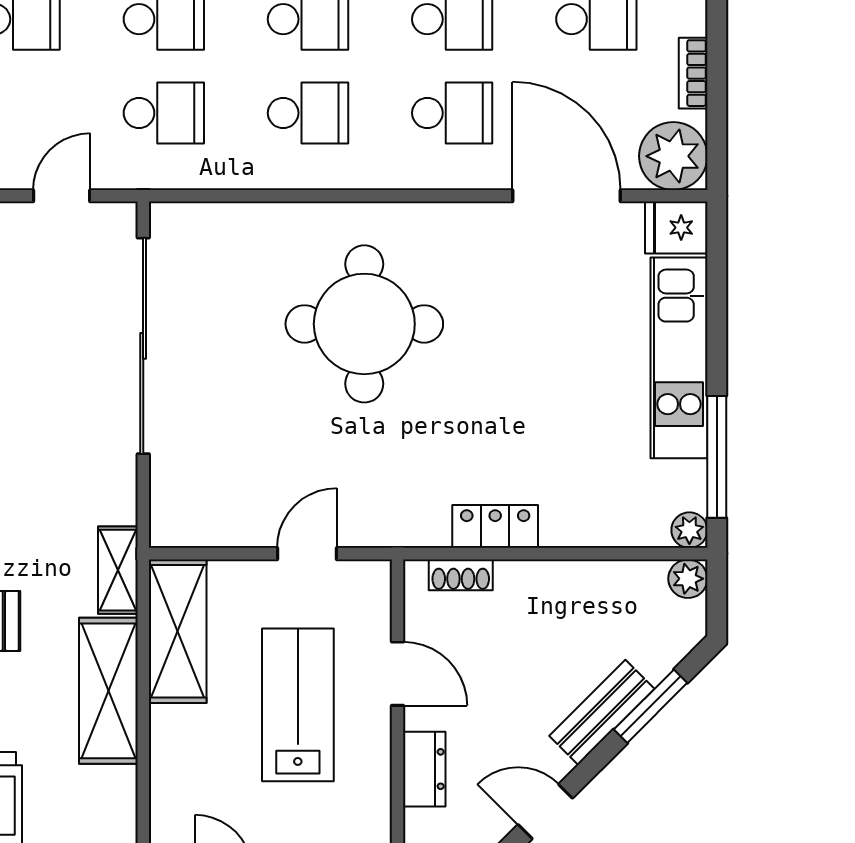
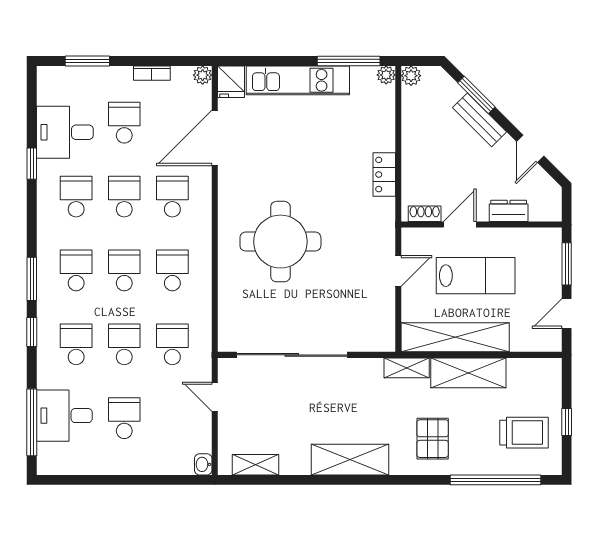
plant: (673, 156) -> (203, 75), width x0.53, depth x0.53
door: (307, 554) -> (398, 271), swing flipped
shoe rack: (461, 575) -> (425, 214), moved, turned -90
shelving: (178, 631) -> (455, 337), width x1.47
lab bench: (298, 705) -> (476, 276), turned 180

